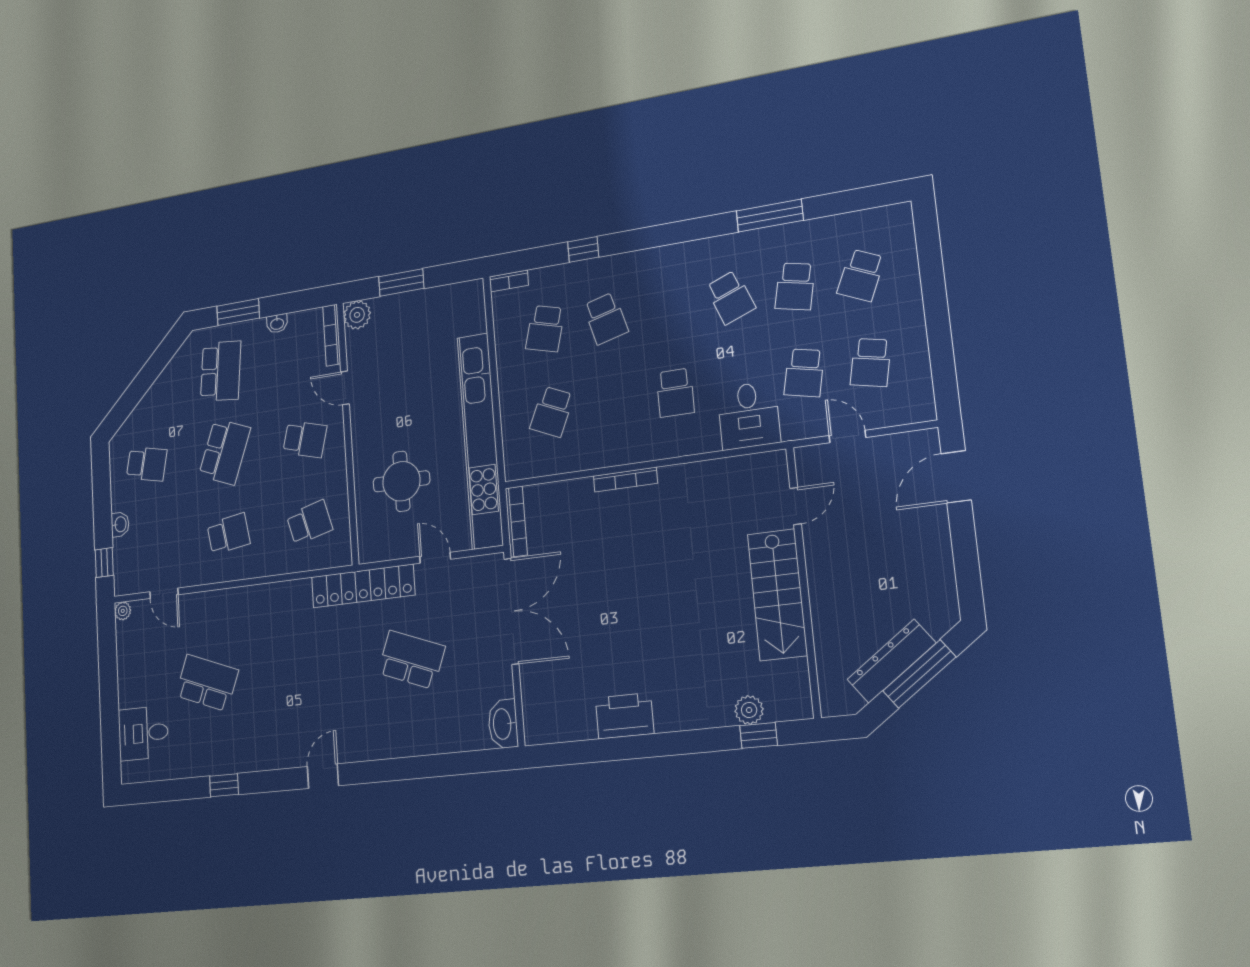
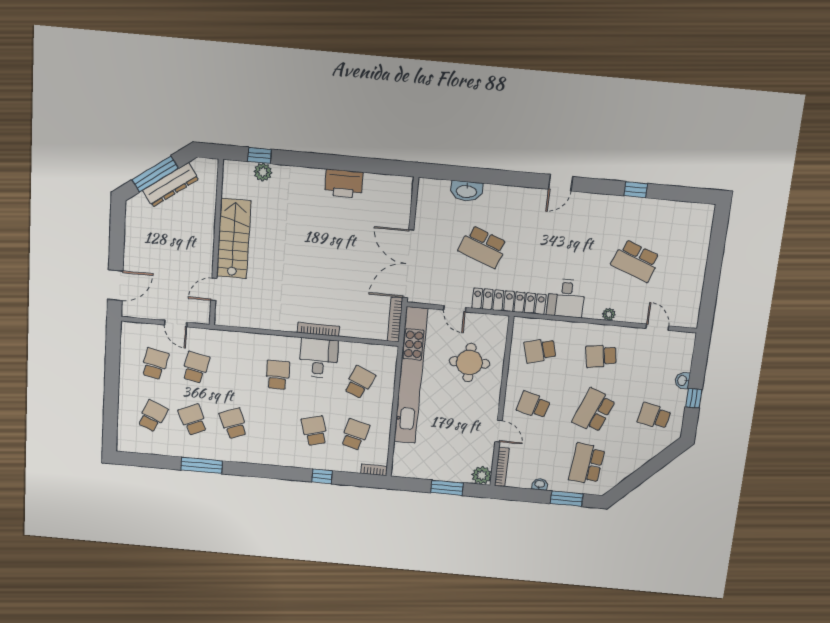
school desk: (795, 286) -> (193, 420), turned -36
desk: (749, 415) -> (319, 358), moved
window: (104, 563) -> (694, 398), moved
plant: (123, 611) -> (609, 314), moved
washbasin: (503, 724) -> (467, 191), moved, turned 90
desk: (143, 733) -> (566, 298), moved, turned 90

